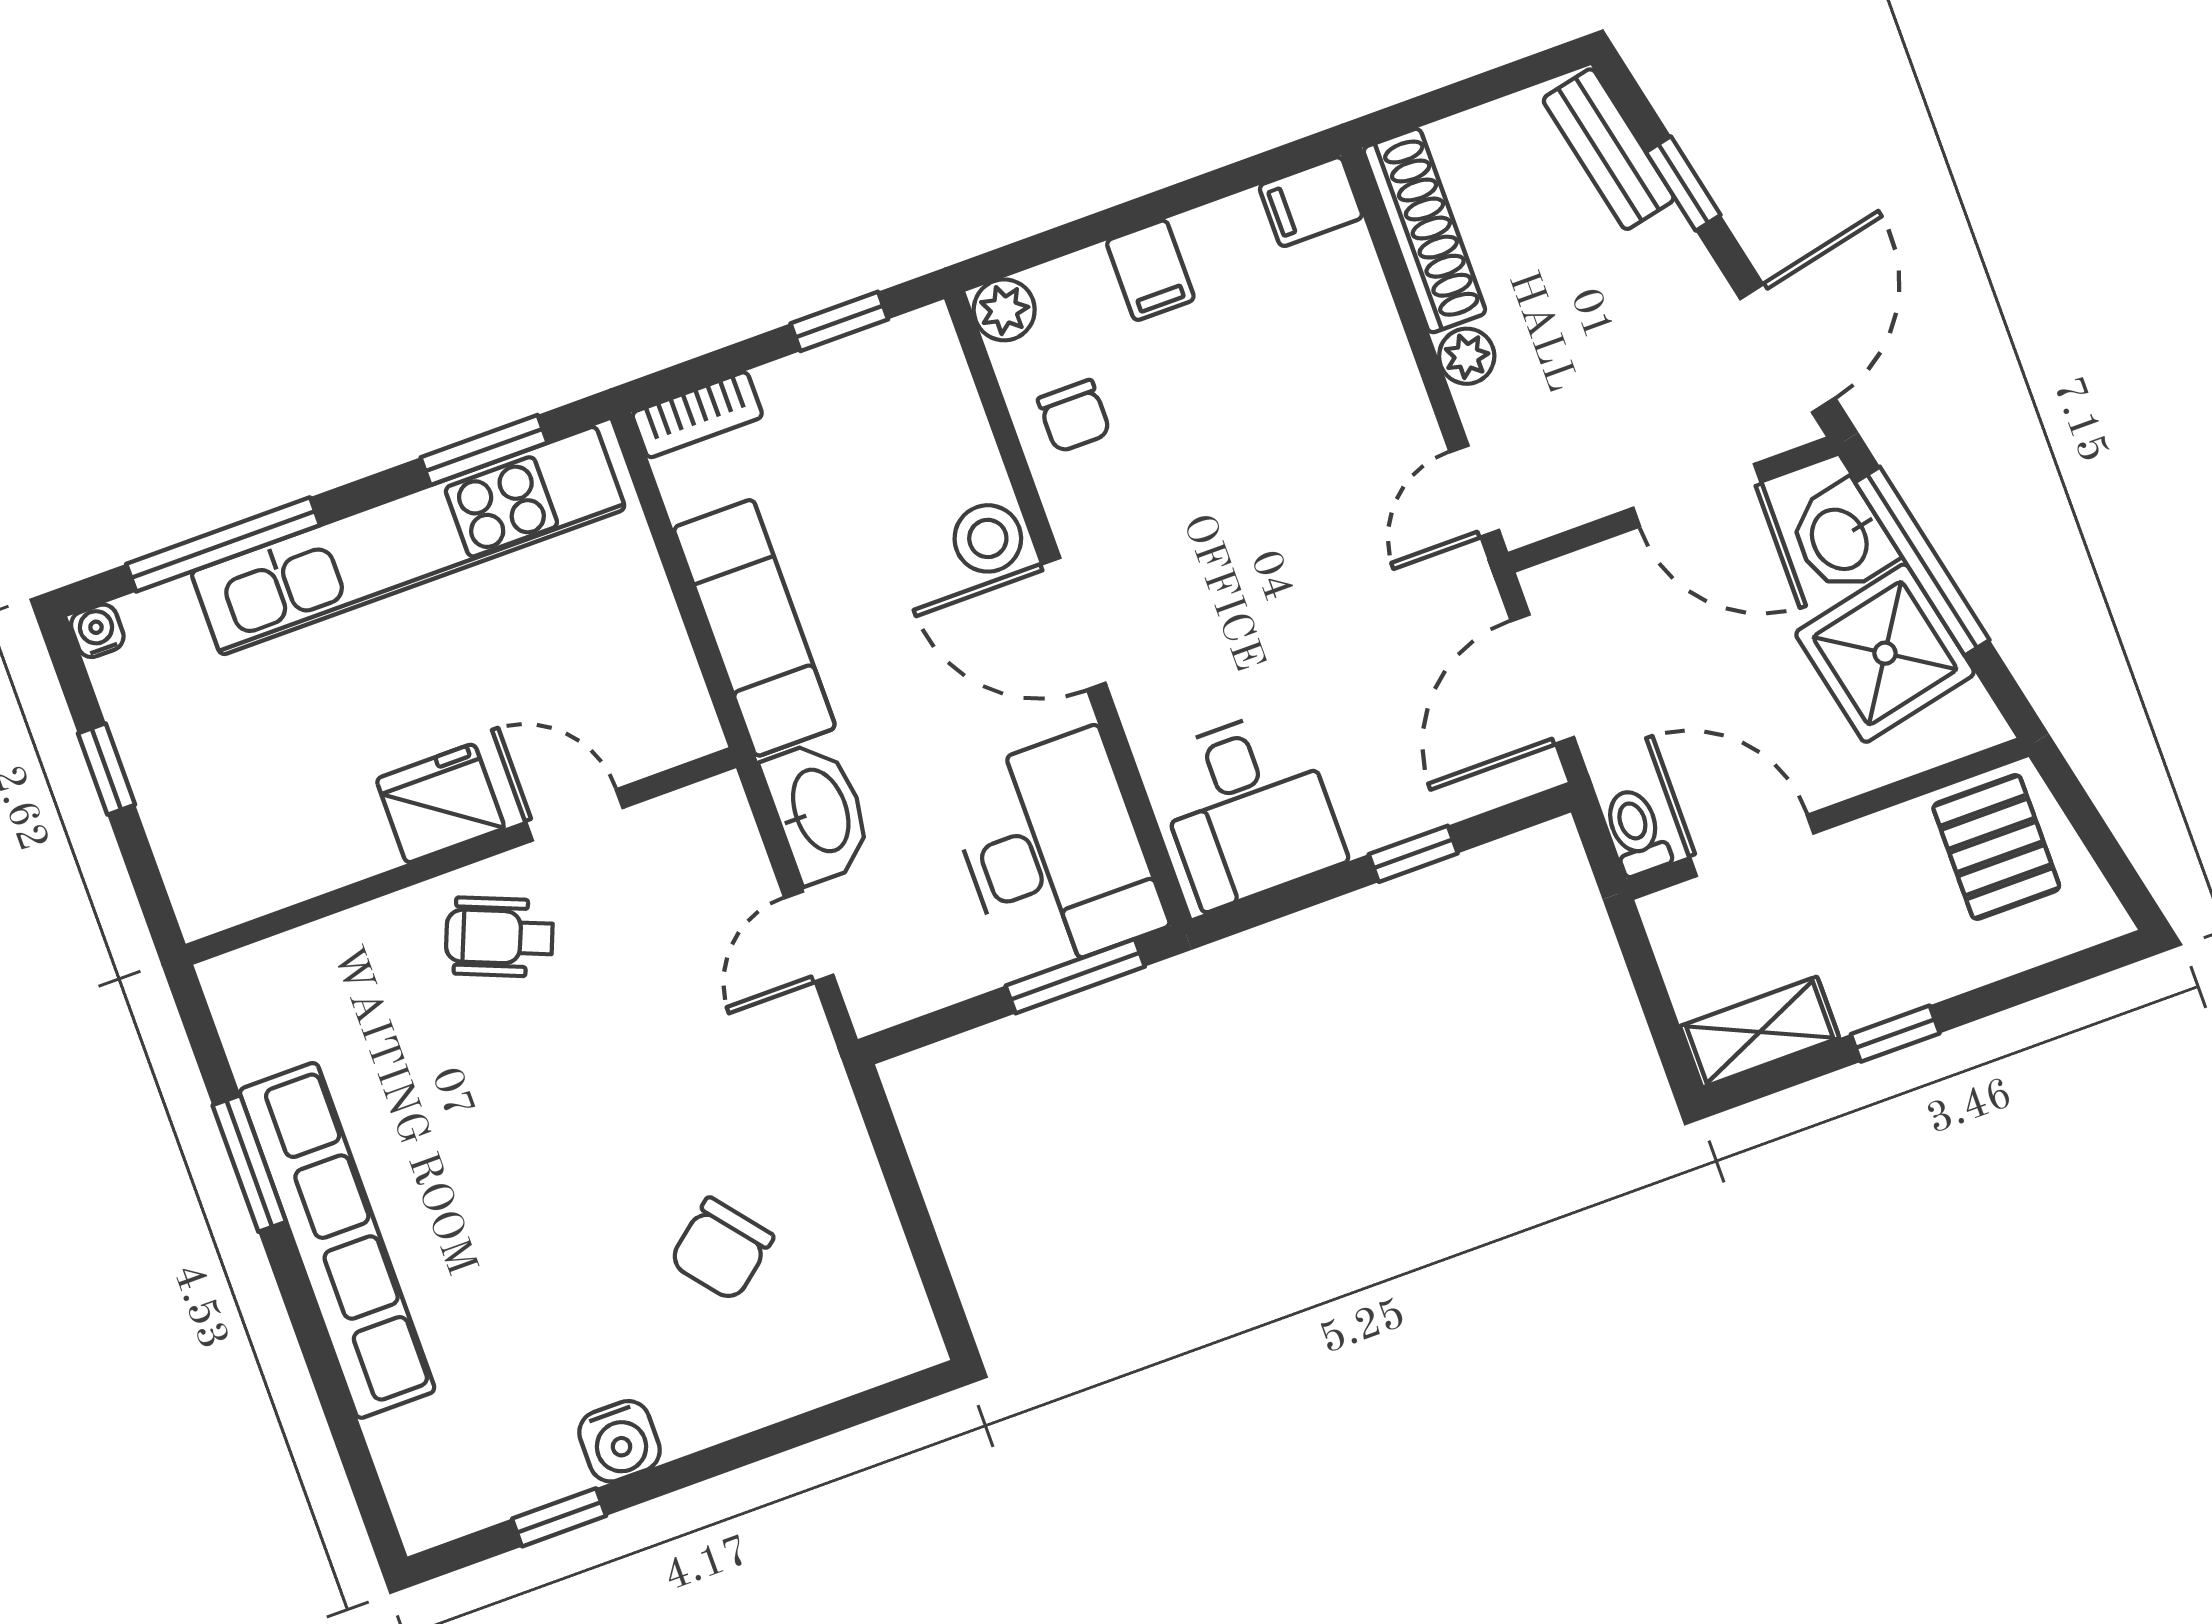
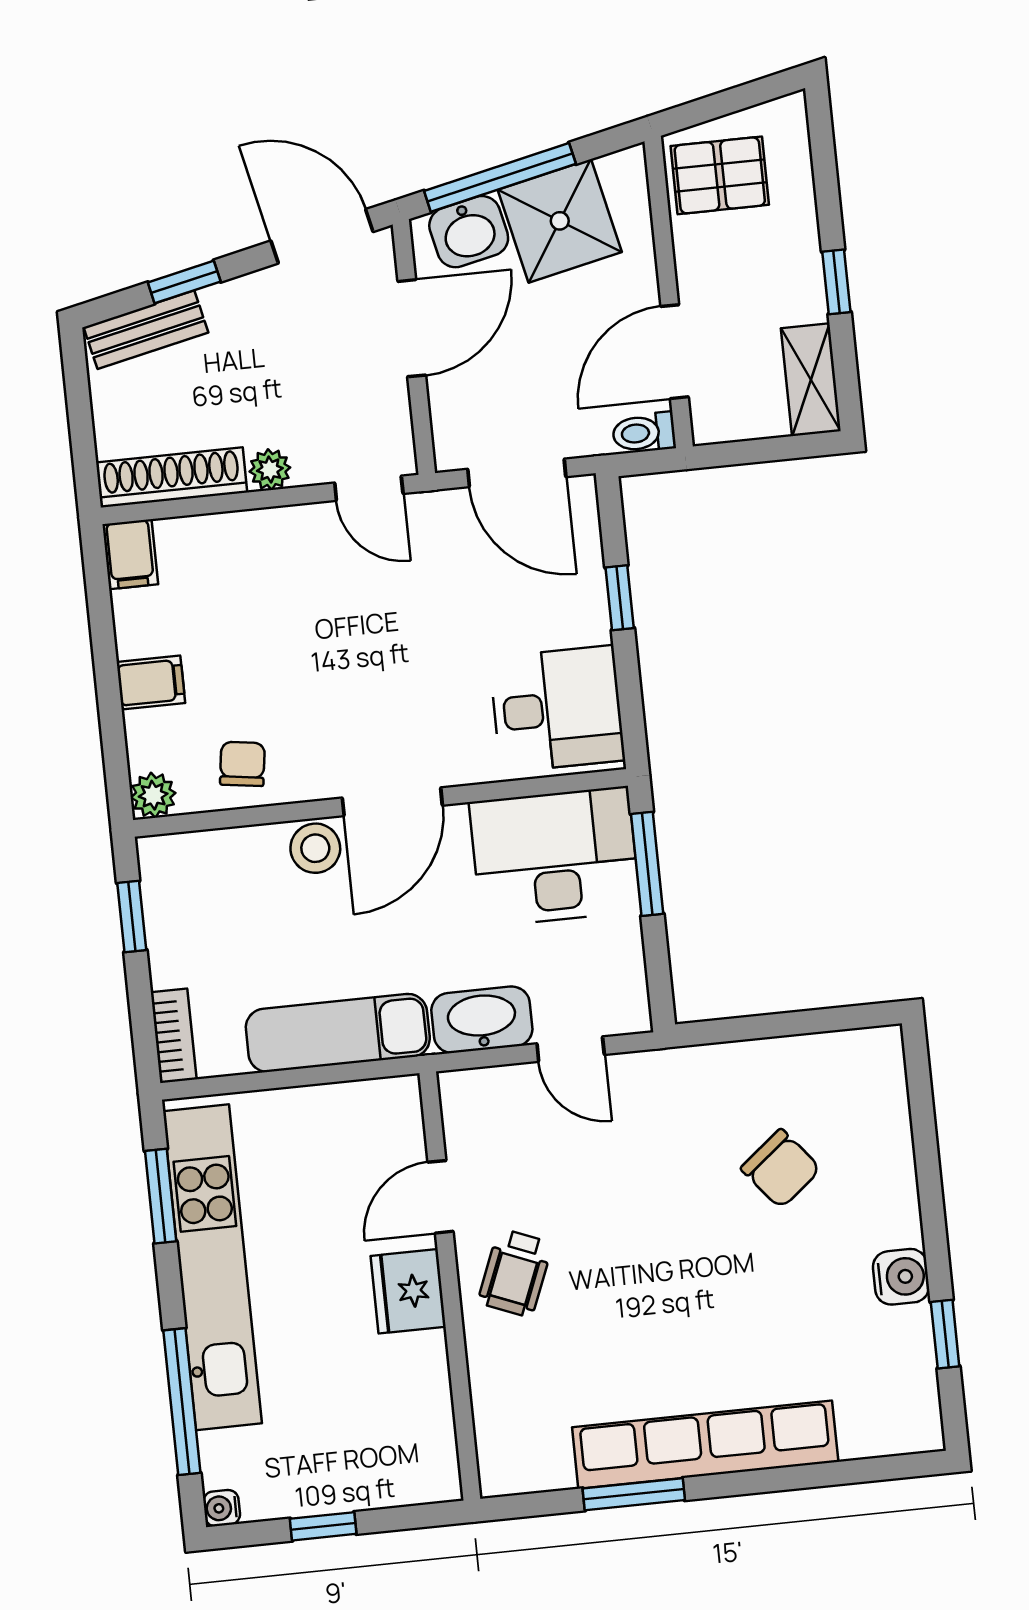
chair: (1074, 416) -> (242, 764), turned -82

